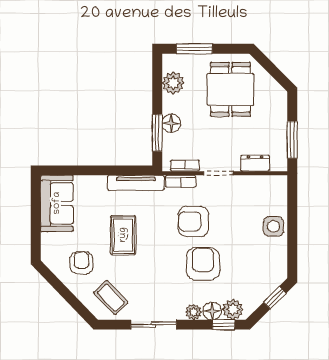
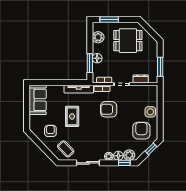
dining table: (230, 89) -> (128, 41), turned 90
armchair: (203, 264) -> (141, 131), moved

